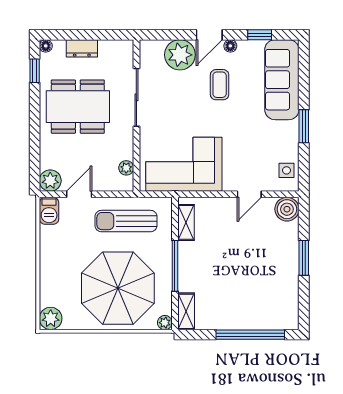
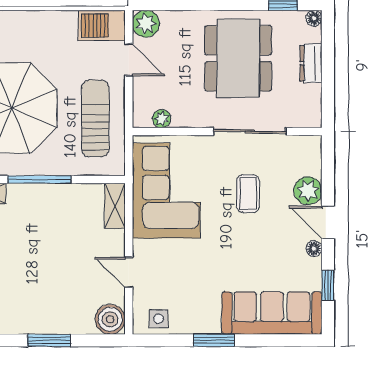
plant: (180, 55) -> (308, 191), width x0.73, depth x0.73
coffee table: (220, 85) -> (248, 194), moved, turned 90
barbecue: (49, 211) -> (102, 25), width x1.38, depth x1.27
shelving: (186, 222) -> (115, 206), moved, turned 90

